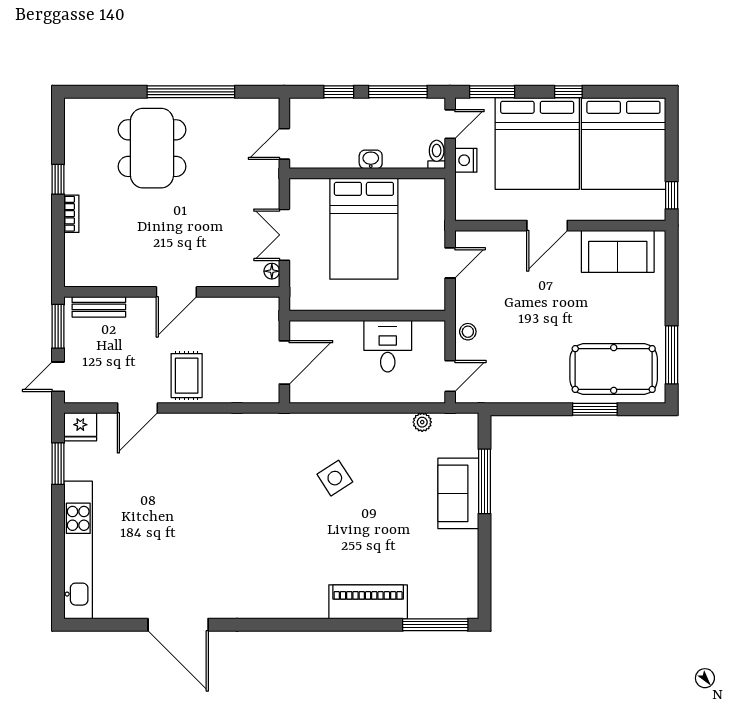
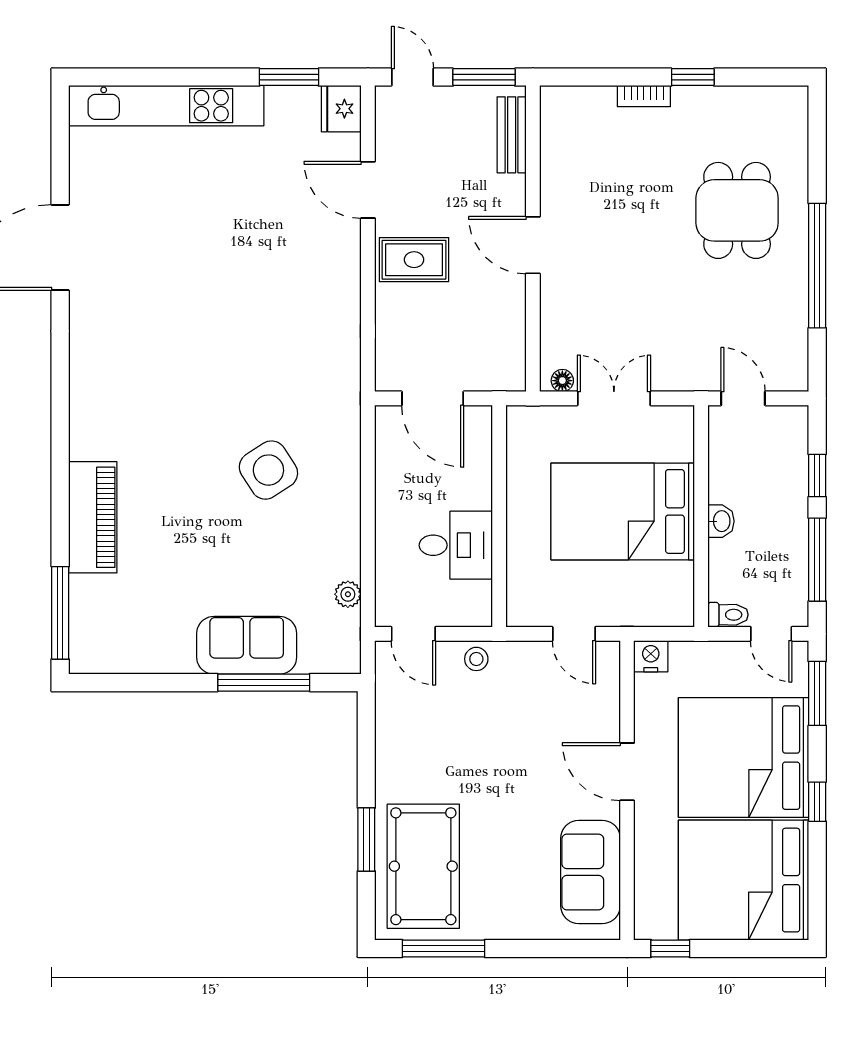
dining table: (152, 148) -> (737, 210), width x0.73
nightstand: (466, 160) -> (651, 656), moved
side table: (335, 478) -> (268, 470), width x1.37, depth x1.37

